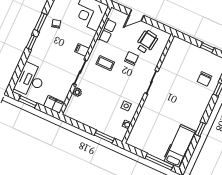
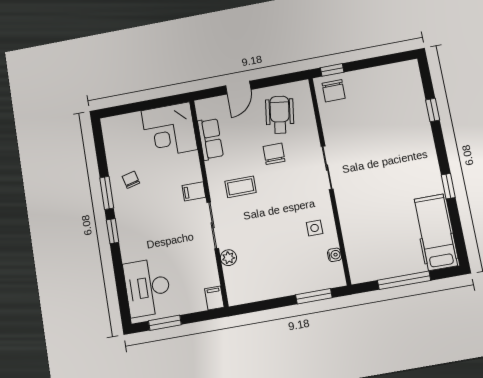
window: (207, 48) -> (332, 70), moved
chair: (204, 79) -> (334, 91), moved
filing cabinet: (54, 104) -> (214, 298), width x0.50
window: (159, 162) -> (404, 280), moved

